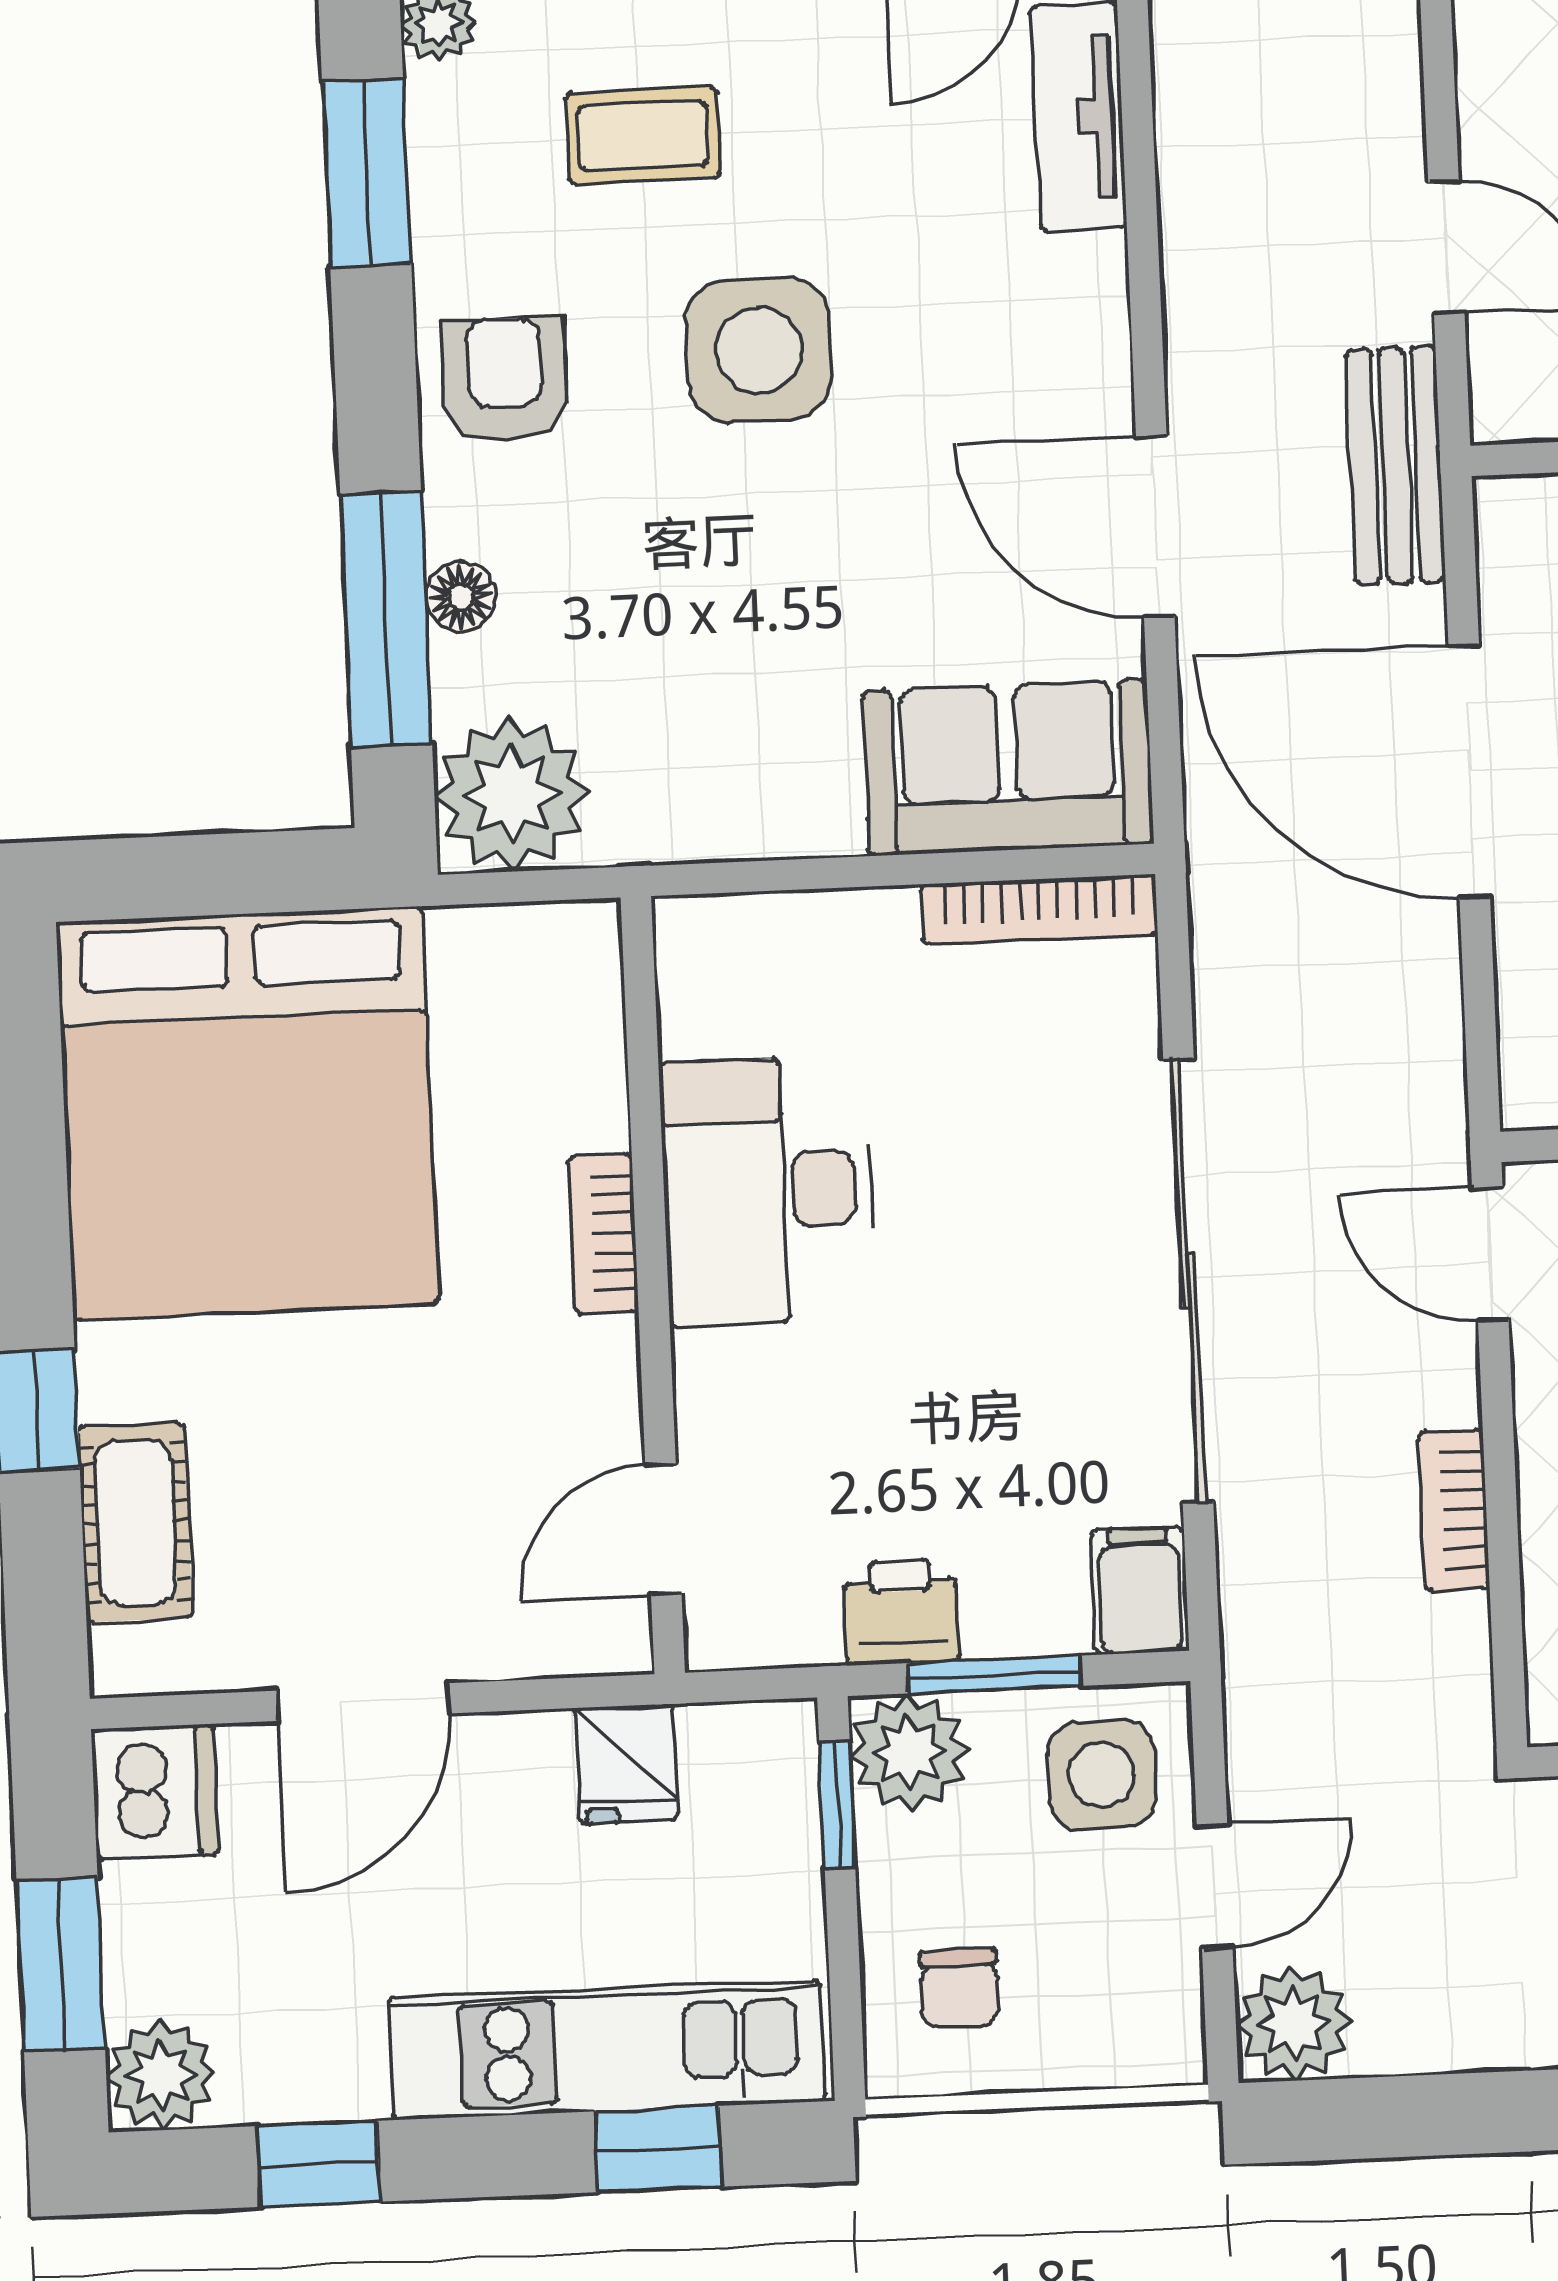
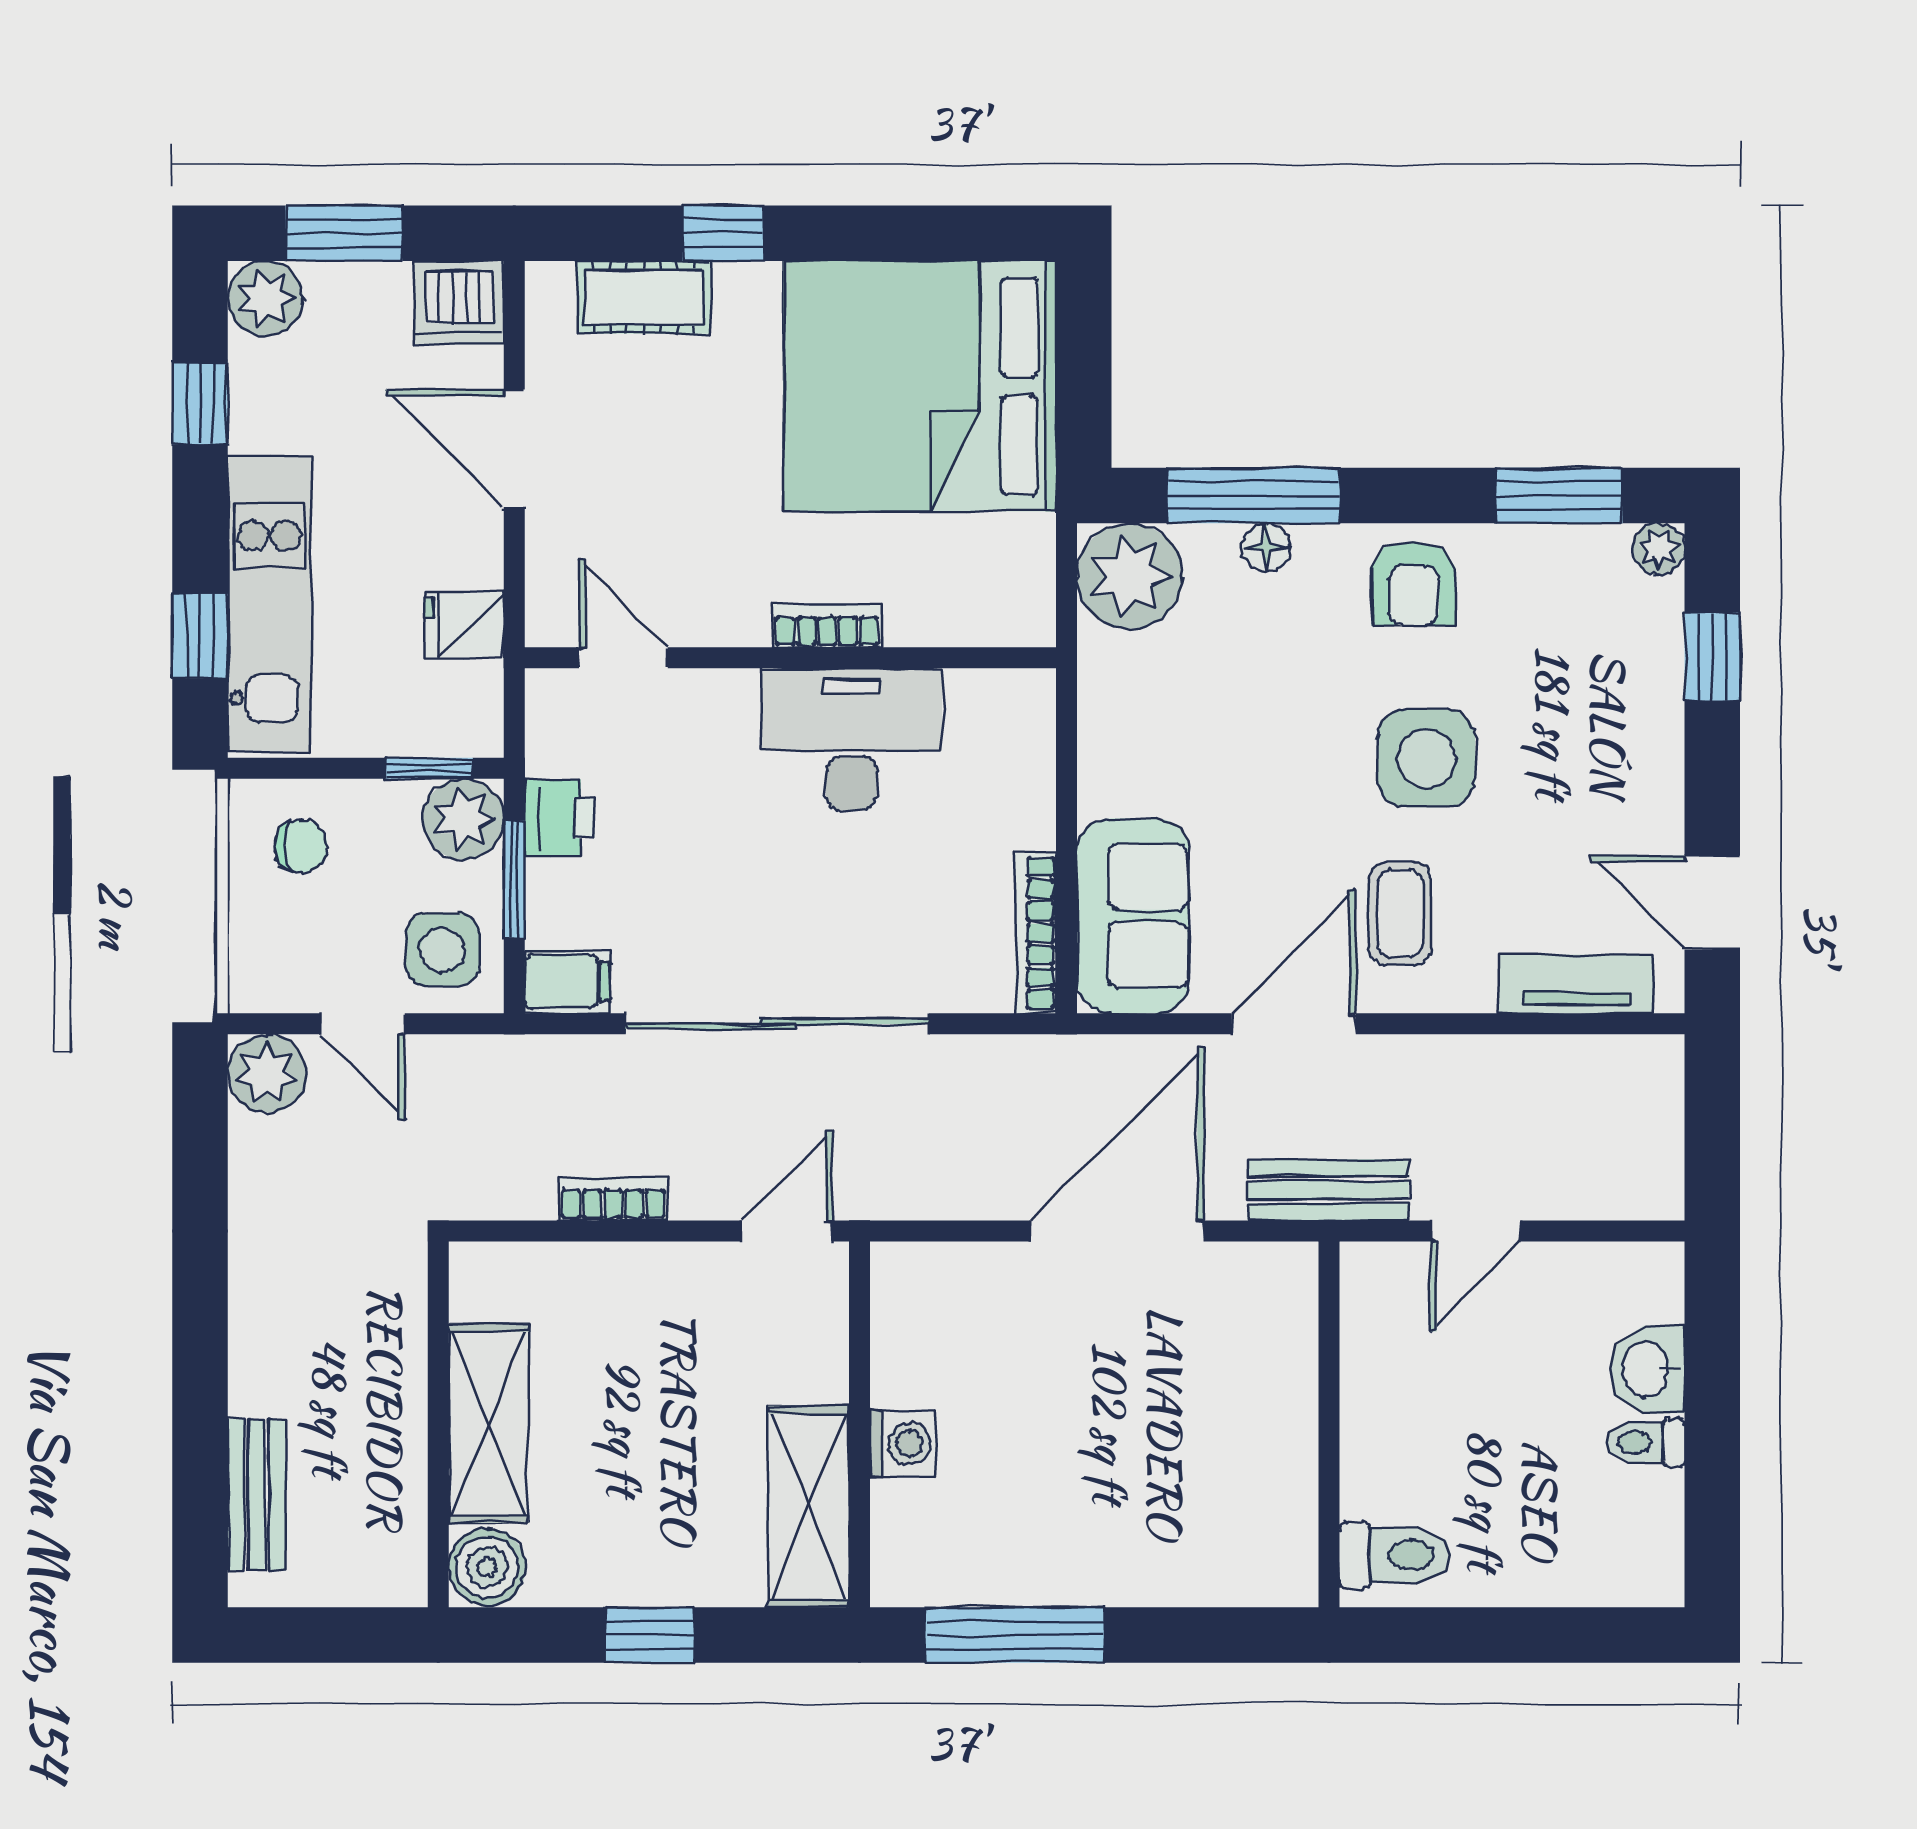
coffee table: (643, 136) -> (1400, 914), moved
armchair: (505, 380) -> (1413, 584), turned 90
chair: (959, 1988) -> (301, 846), turned 180

